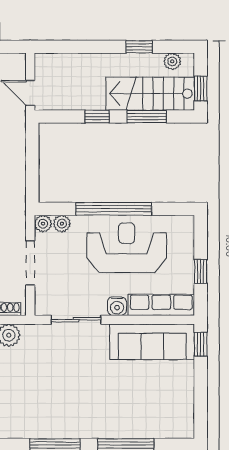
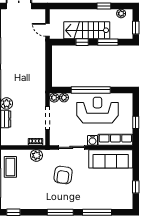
stairs: (150, 94) -> (87, 30), moved
window: (201, 344) -> (136, 187), moved
armchair: (60, 373) -> (63, 175), added

